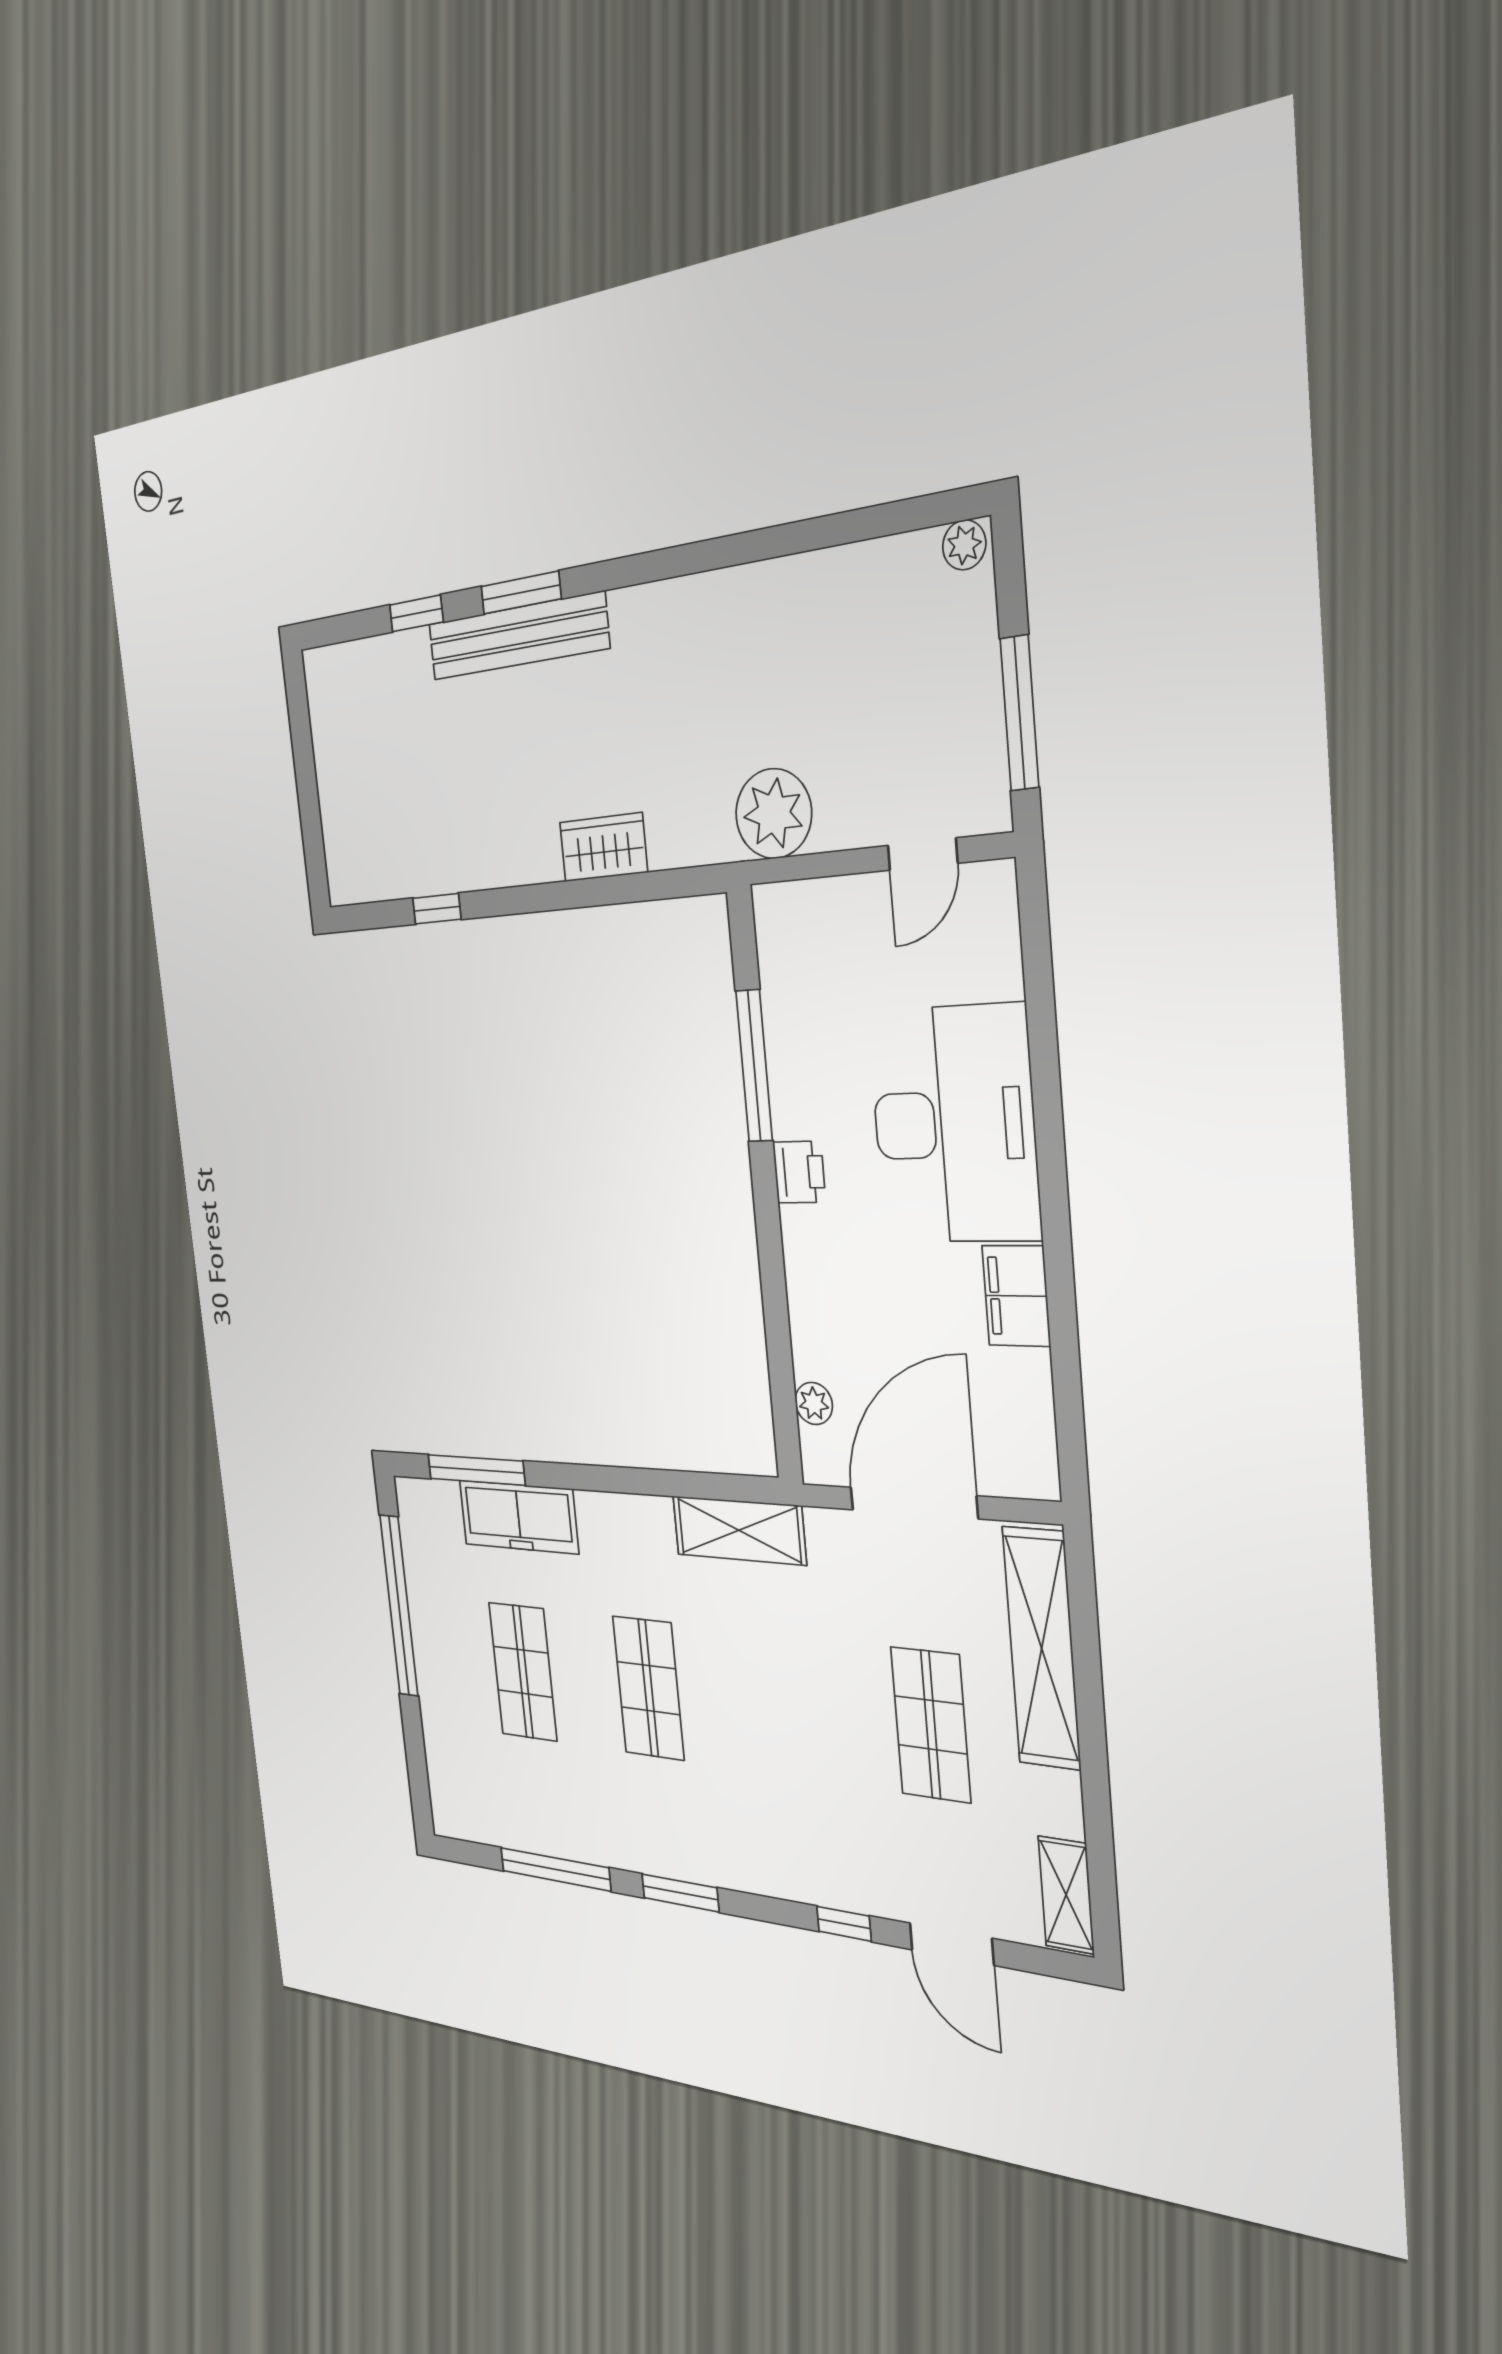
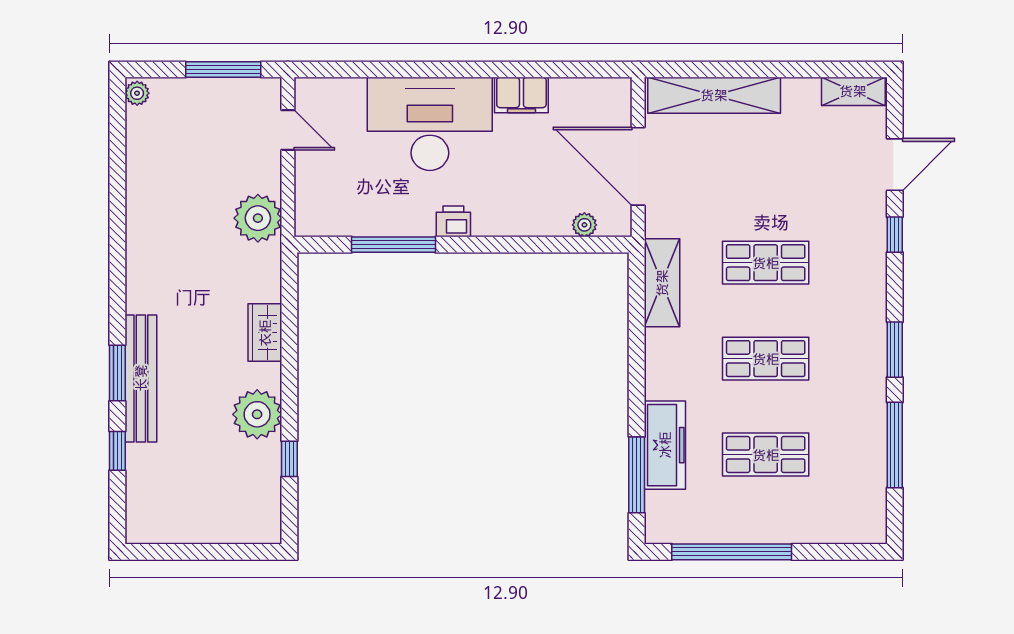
plant: (489, 847) -> (257, 414), added
shop shelf: (931, 1725) -> (766, 263), moved

